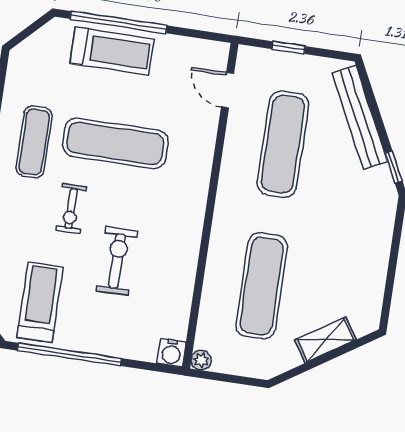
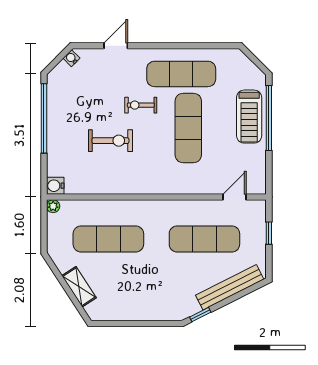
exercise mat: (34, 142) -> (181, 74), width x1.36, depth x1.45
treadmill: (40, 302) -> (76, 94), removed

